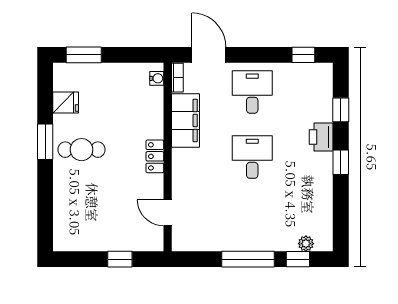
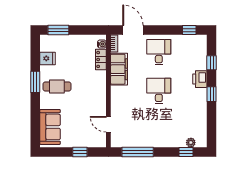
locker: (155, 156) -> (101, 59), moved
sofa: (70, 217) -> (50, 127), added
window: (248, 259) -> (138, 152), moved

